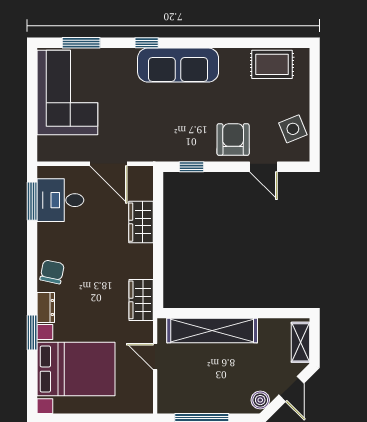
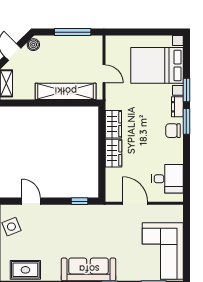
armchair: (233, 139) -> (52, 219), removed
window: (32, 201) -> (186, 121), moved
wardrobe: (141, 222) -> (113, 153), moved
chair: (52, 272) -> (173, 131), turned 78
wardrobe: (141, 300) -> (113, 124), moved

